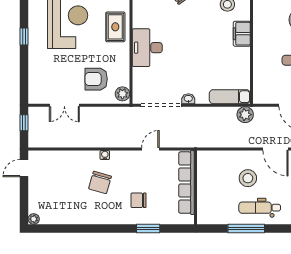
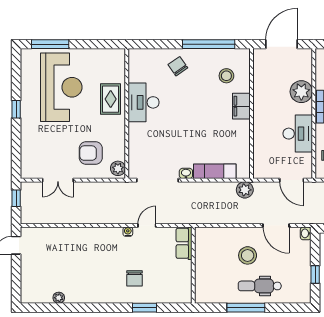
desk: (147, 48) -> (144, 102), moved
exam couch: (230, 97) -> (215, 171), moved
water cooler: (105, 155) -> (128, 232), moved
chair: (100, 182) -> (95, 260), removed
row of seats: (186, 183) -> (184, 243), width x0.50
chair: (138, 200) -> (134, 278), turned -90
plant: (34, 219) -> (59, 298), moved

